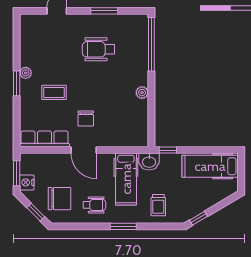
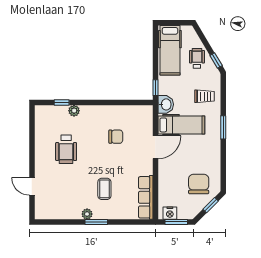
window: (104, 11) -> (32, 144), removed
window: (151, 44) -> (62, 102), width x0.32
plant: (142, 93) -> (74, 111), moved
chair: (86, 118) -> (116, 137), moved
door: (84, 150) -> (155, 147), moved
nightstand: (27, 182) -> (170, 213), moved
wheelchair: (94, 205) -> (197, 58), moved

